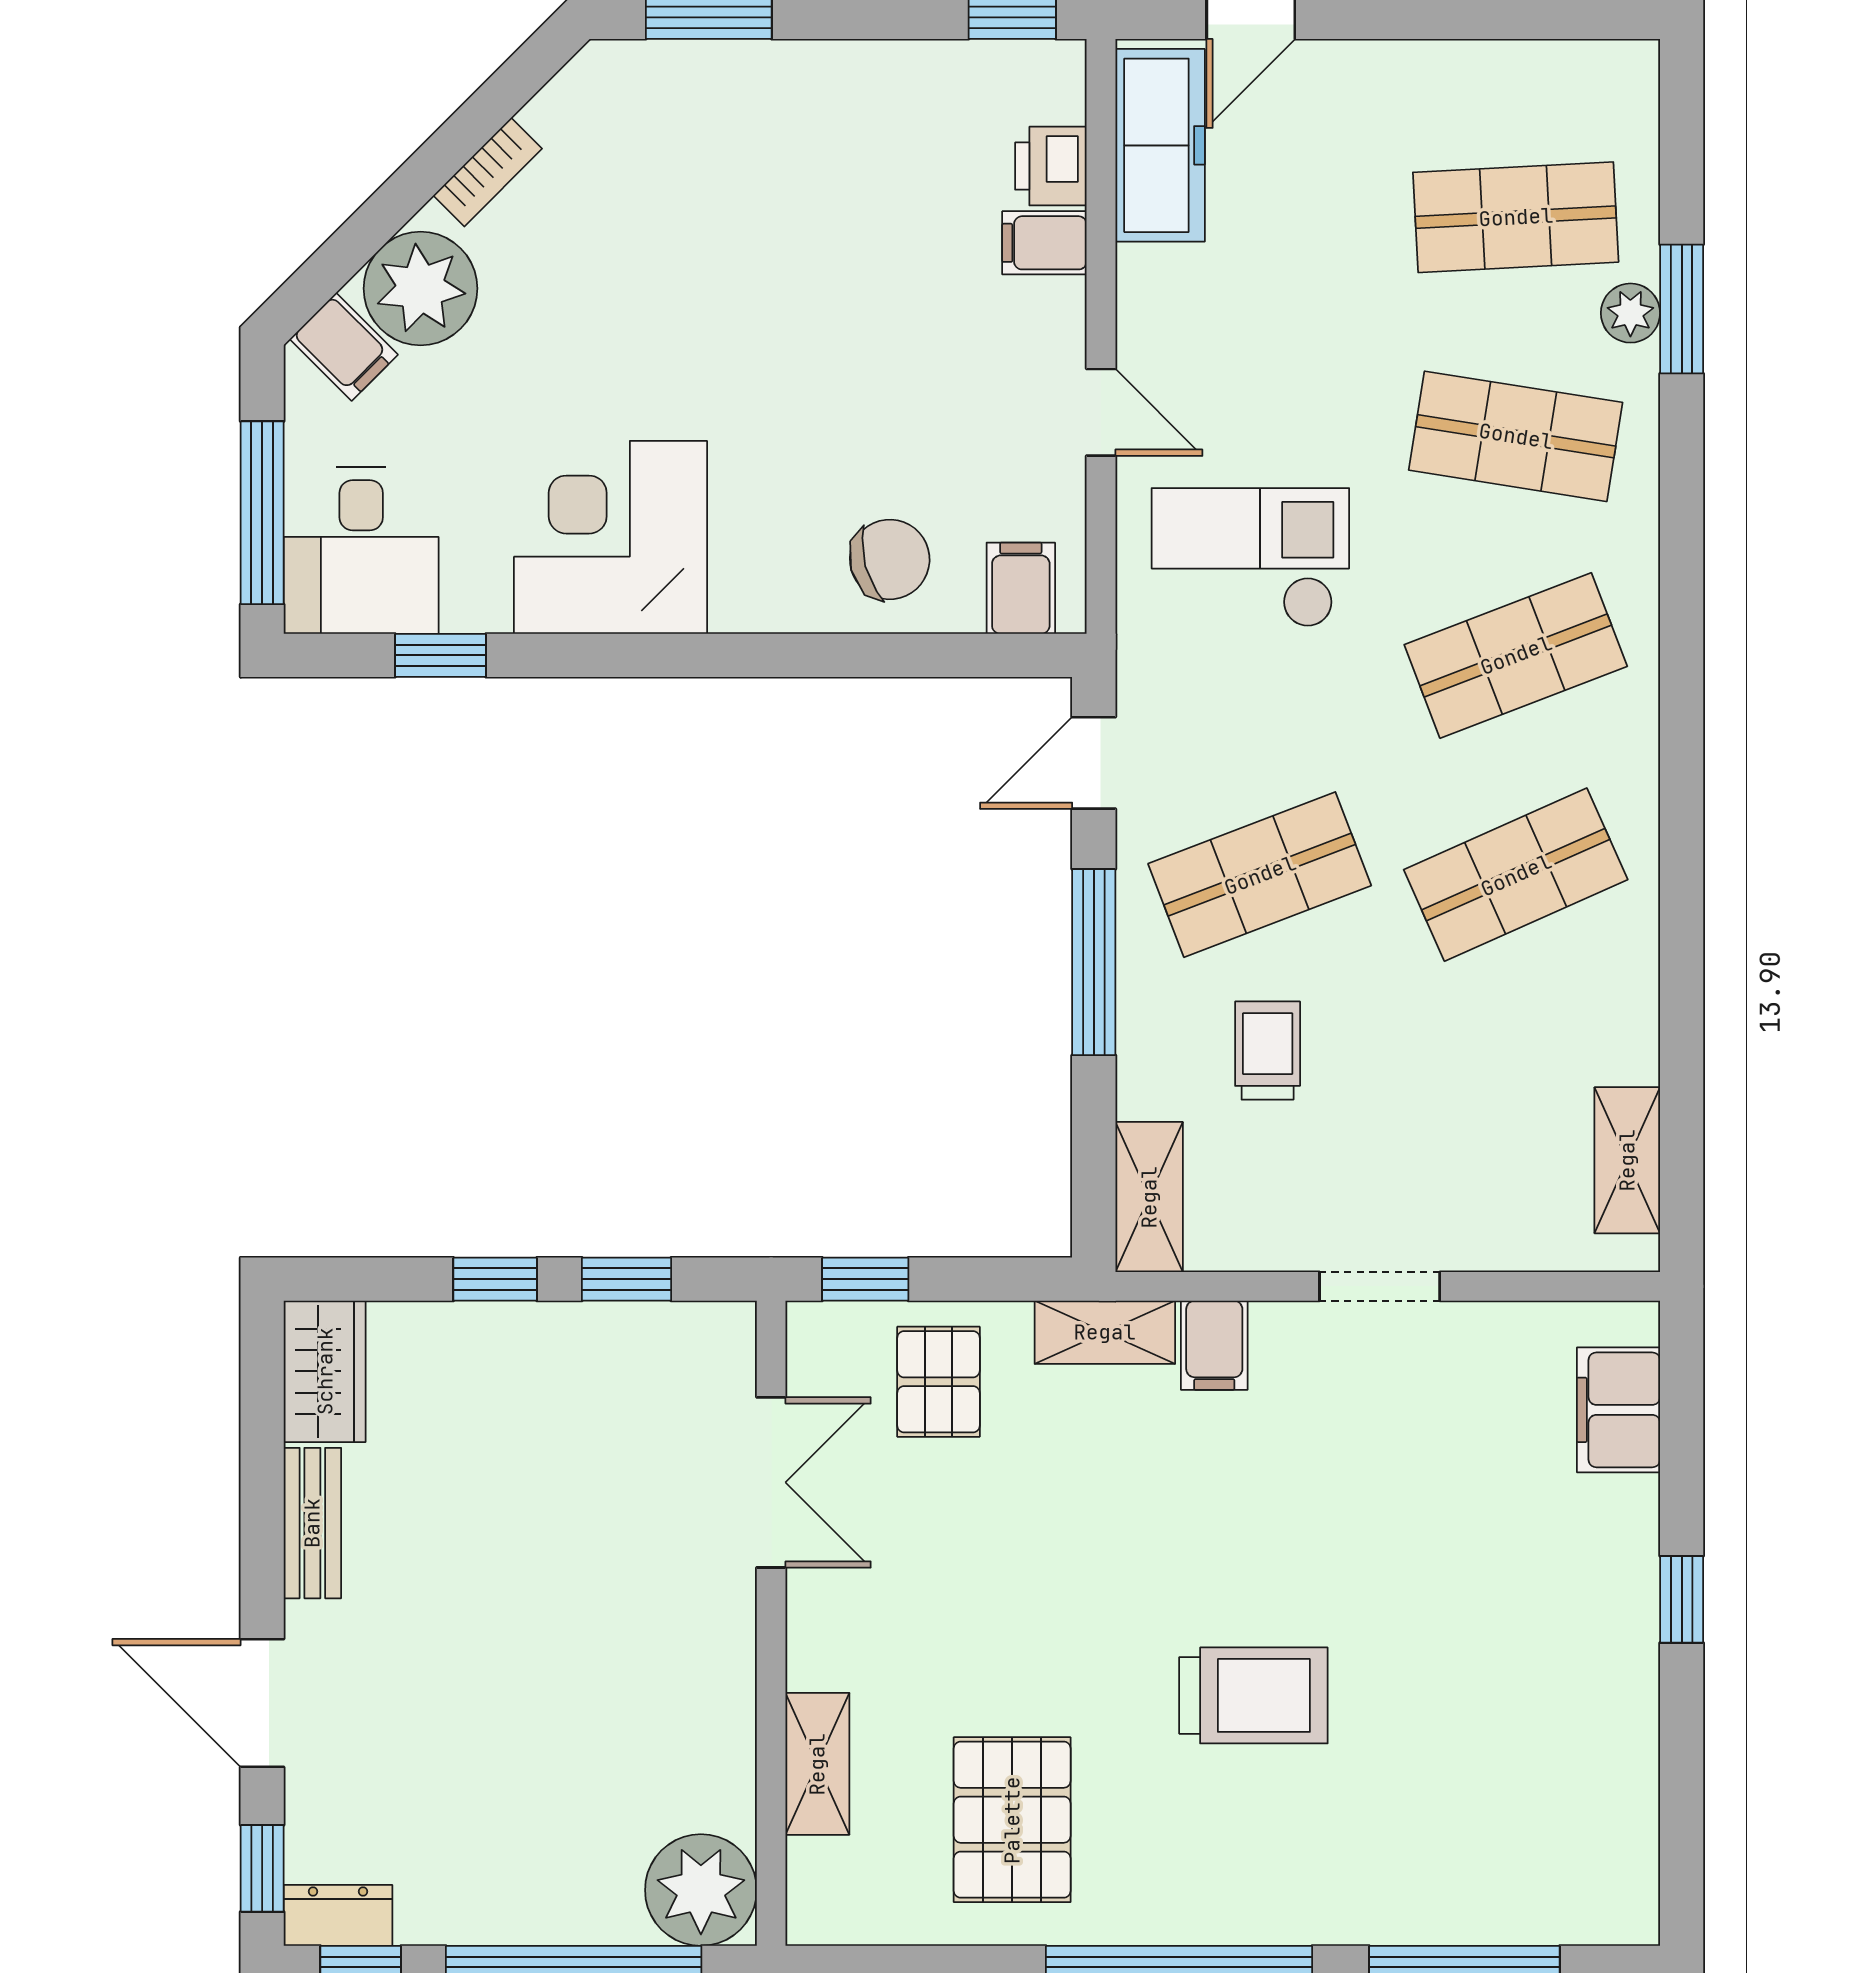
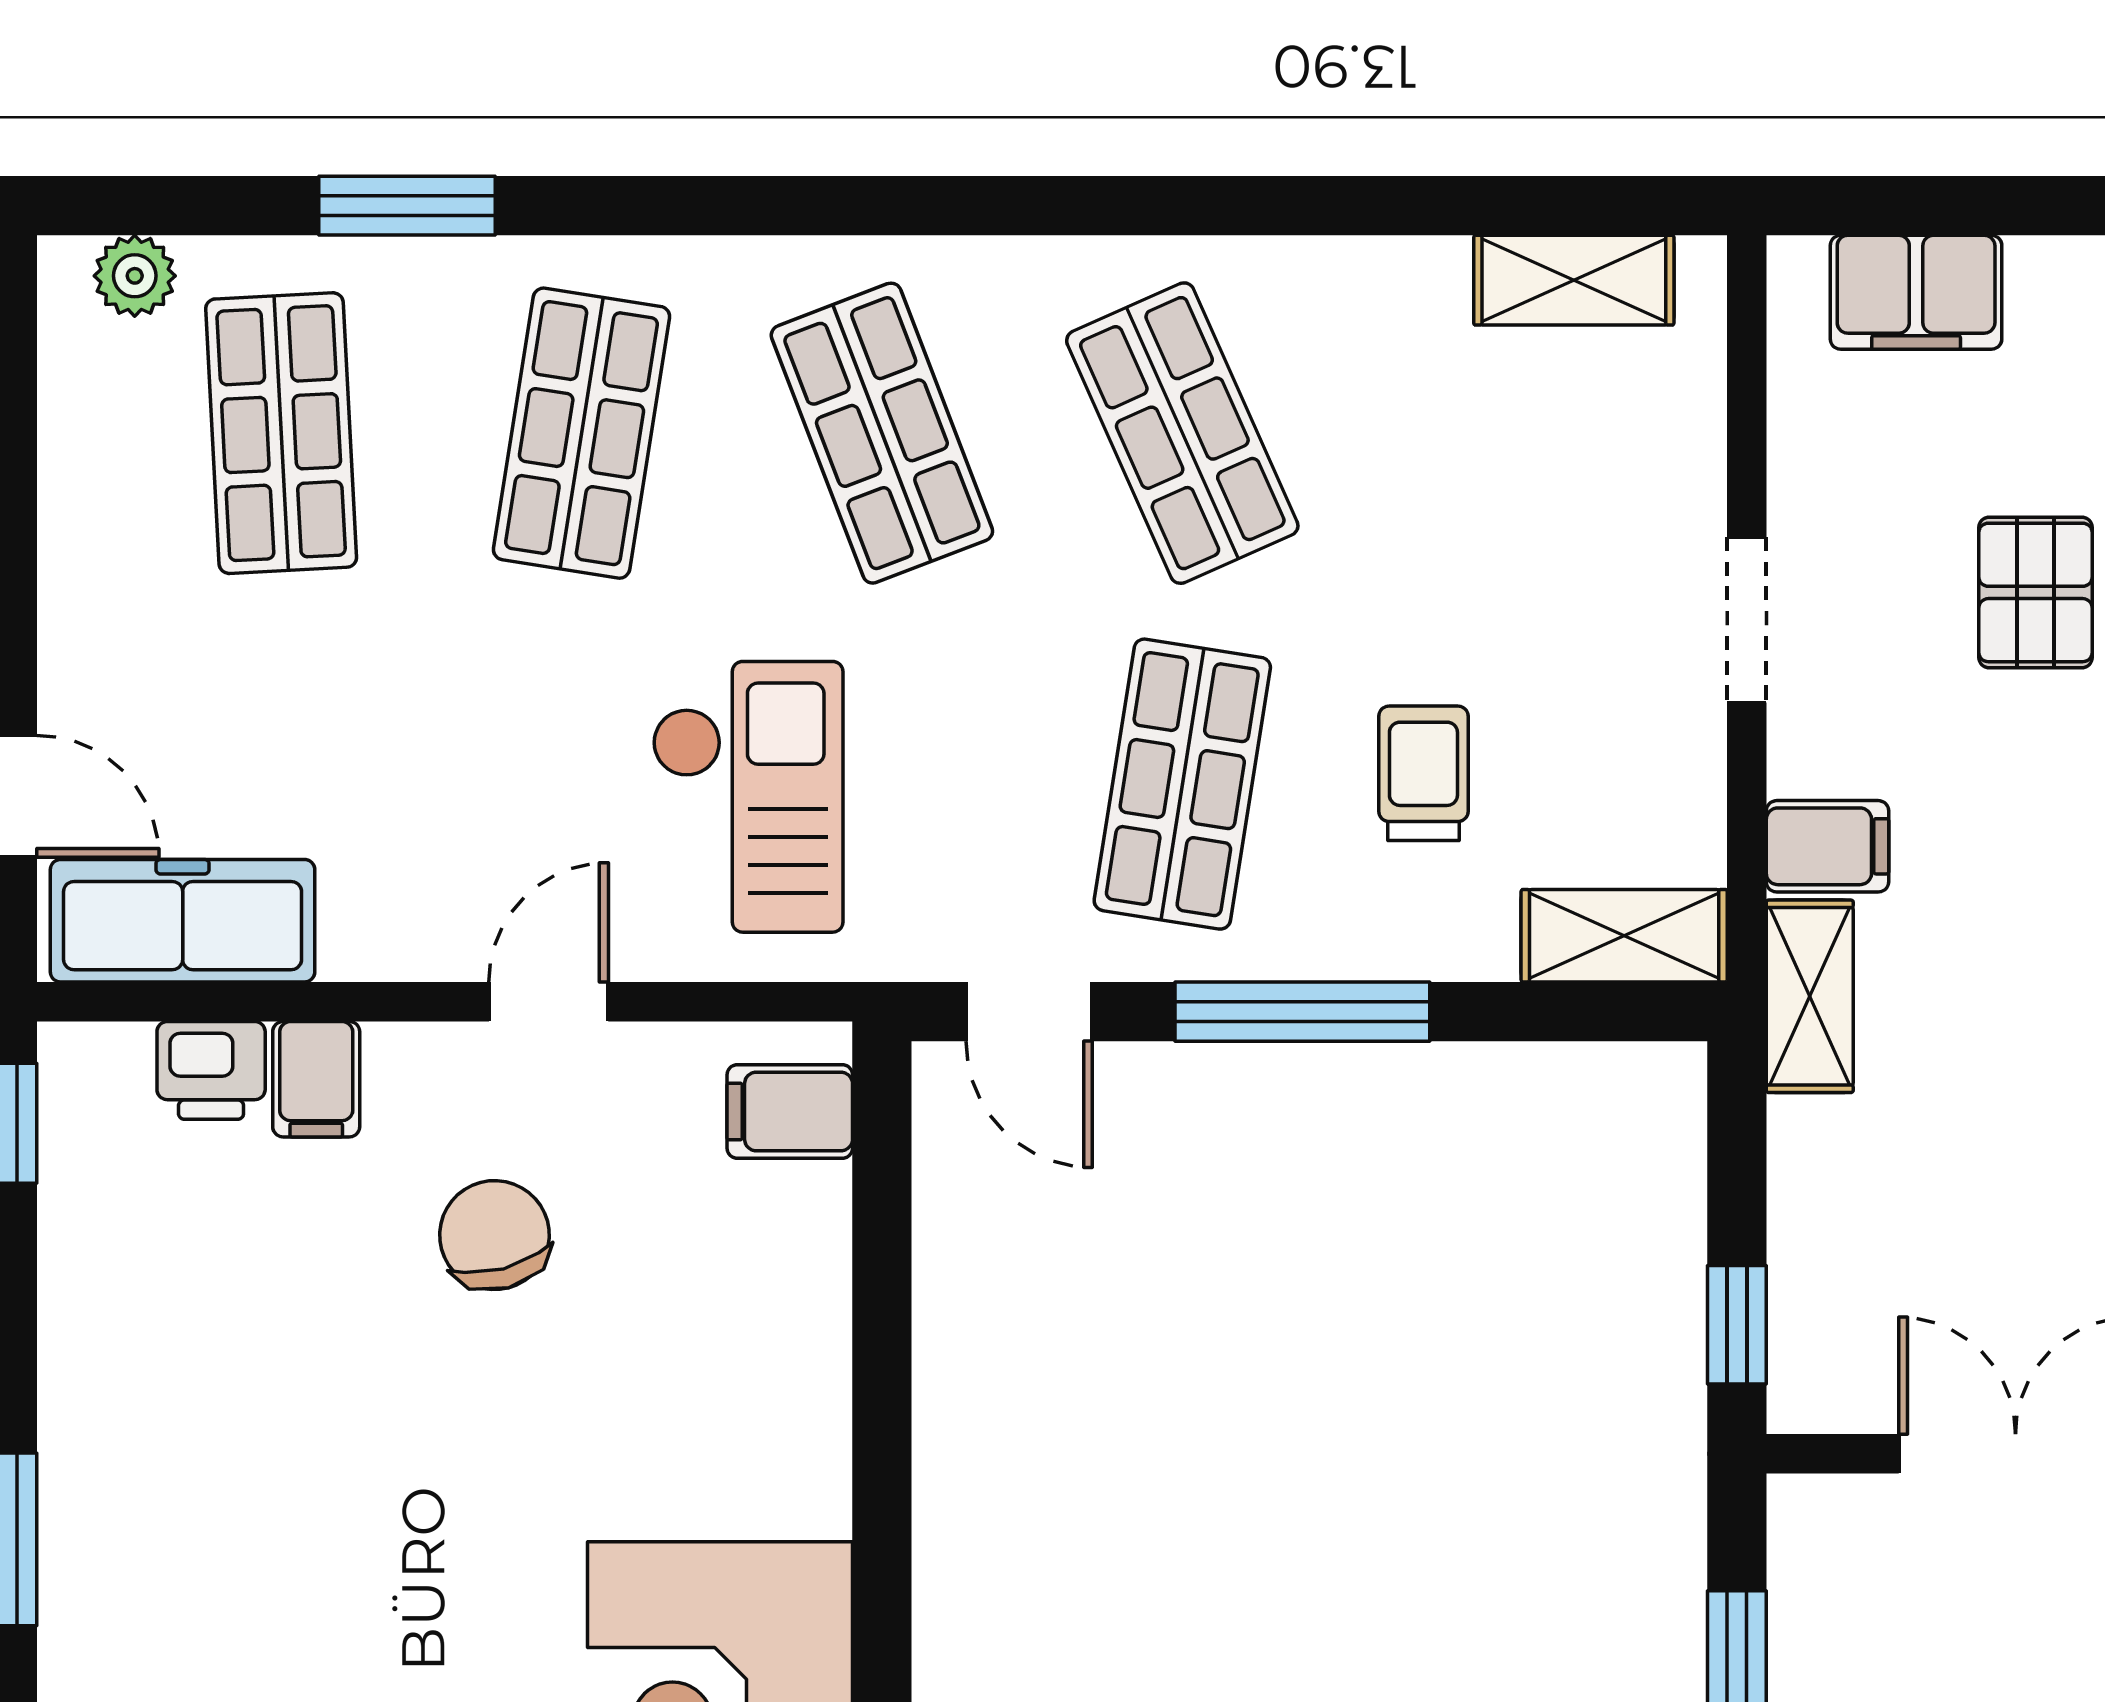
plant: (1630, 313) -> (135, 276), moved
checkout: (1250, 558) -> (748, 797), turned 180
chair: (890, 559) -> (495, 1235), moved
shop shelf: (1260, 875) -> (1182, 784), turned 30
trolley: (1268, 1051) -> (1423, 773), turned 90
pallet: (939, 1382) -> (2035, 592), moved, turned 90

